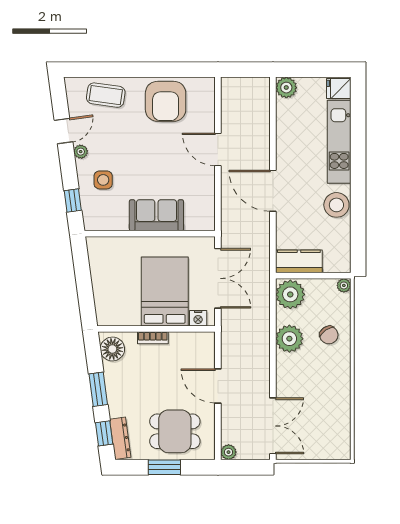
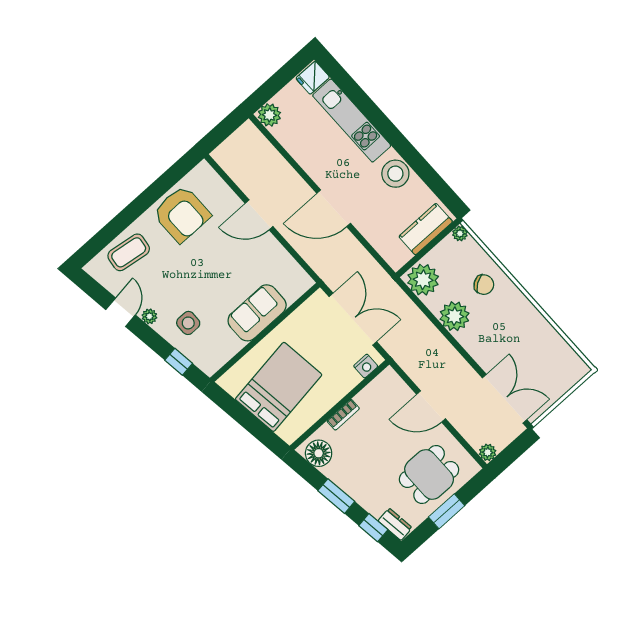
kitchen counter: (299, 261) -> (426, 229), moved
bed: (165, 291) -> (279, 387), moved, turned 82
dresser: (120, 438) -> (395, 524), width x0.70

